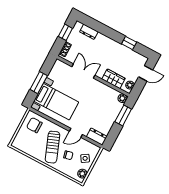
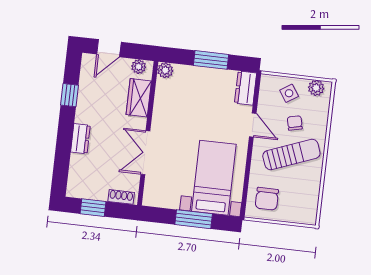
dresser: (89, 32) -> (80, 139), moved
door: (146, 73) -> (109, 48), swing flipped
window: (123, 115) -> (211, 60), moved

